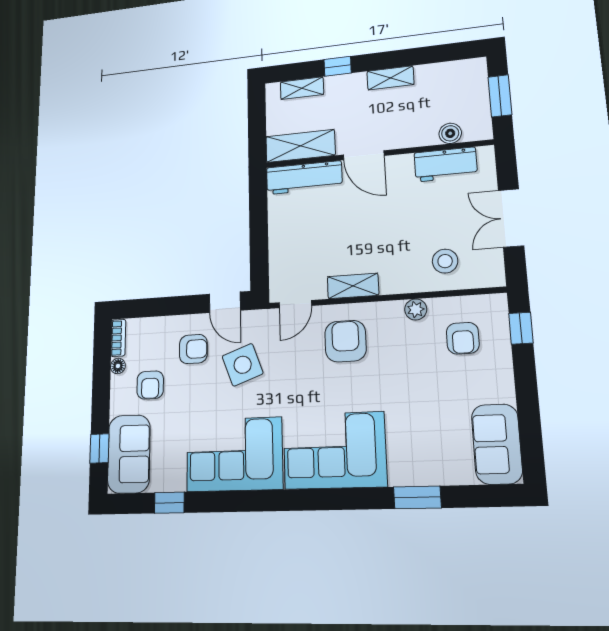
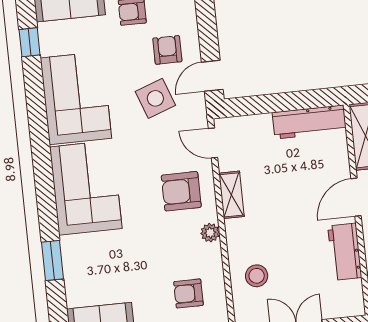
workbench: (446, 164) -> (345, 252), moved
workbench: (304, 178) -> (309, 122), moved, turned -90
plant: (416, 309) -> (210, 233), moved
armchair: (346, 341) -> (181, 191), turned 180
armchair: (193, 349) -> (167, 50), turned 180

